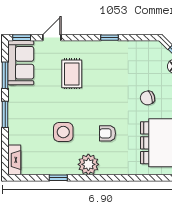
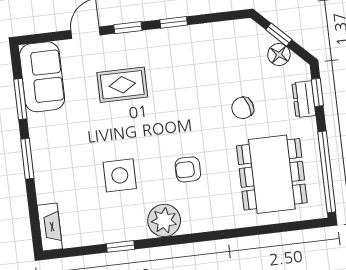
window: (22, 38) -> (128, 28), moved
rug: (72, 74) -> (122, 85), turned 90

